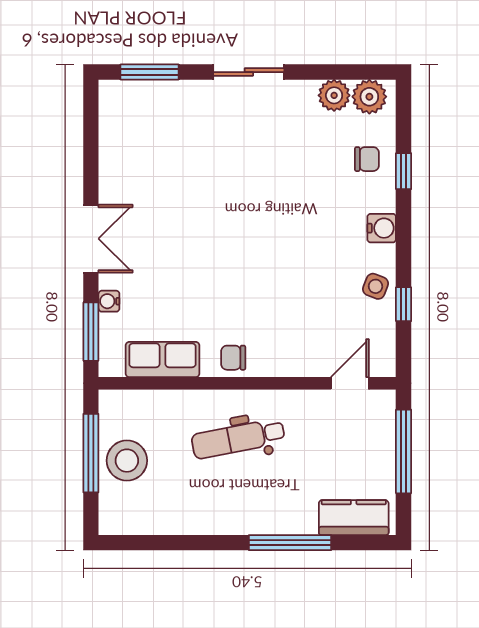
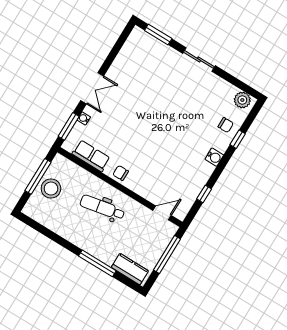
plant: (334, 95) -> (228, 91), removed
side table: (376, 286) -> (197, 179), removed

